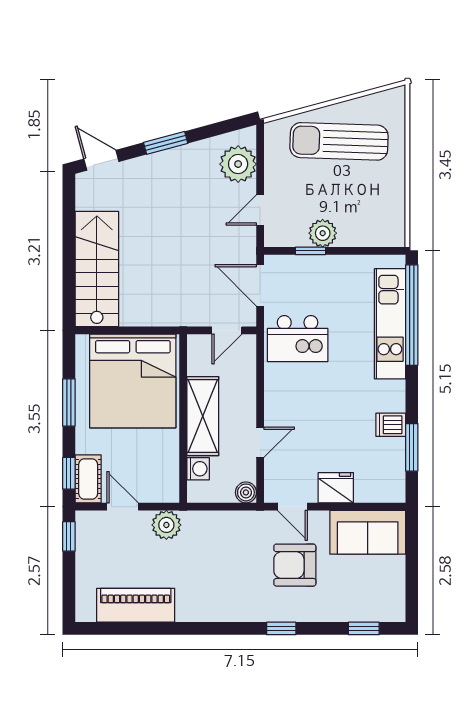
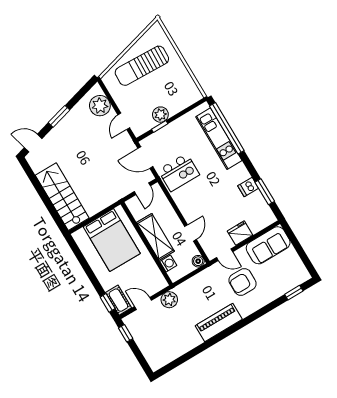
bed: (133, 381) -> (112, 240), width x0.73
window: (69, 403) -> (87, 269), removed
piano: (136, 605) -> (219, 322), moved
window: (281, 628) -> (254, 316), removed

